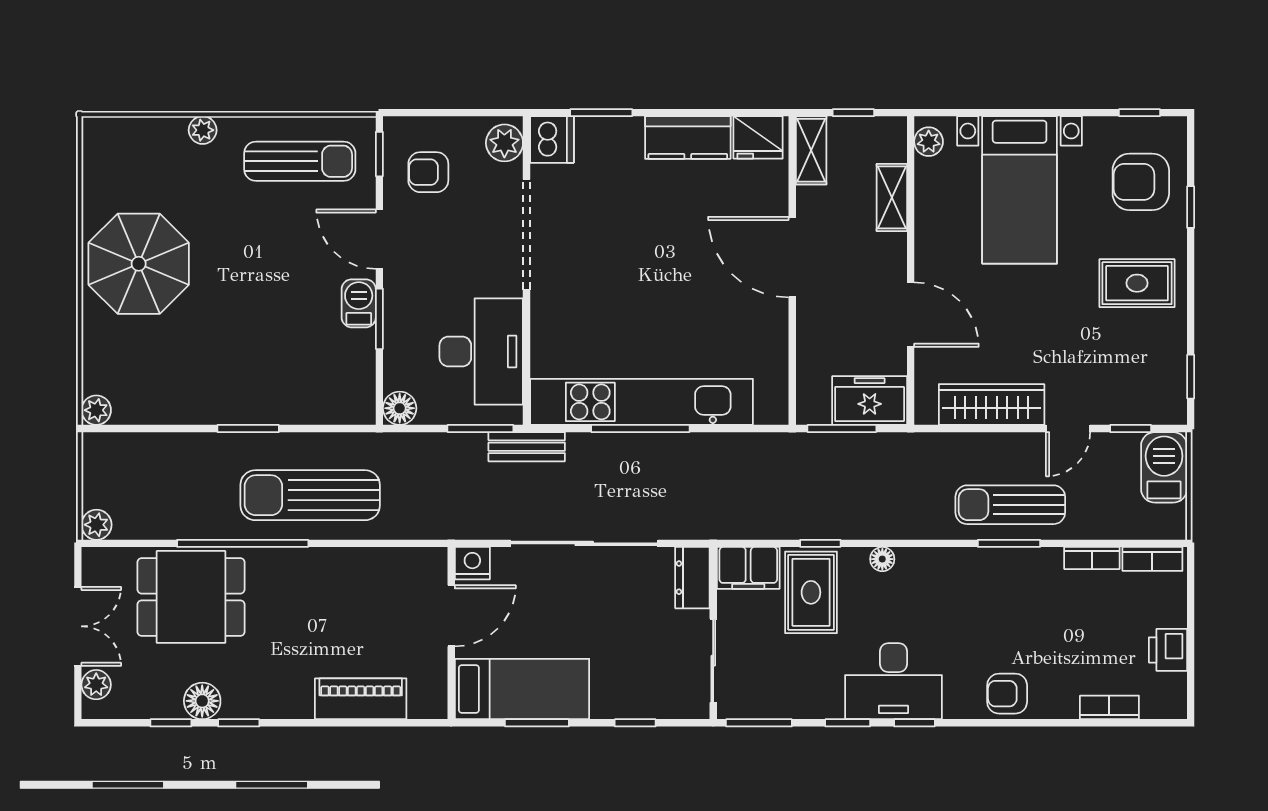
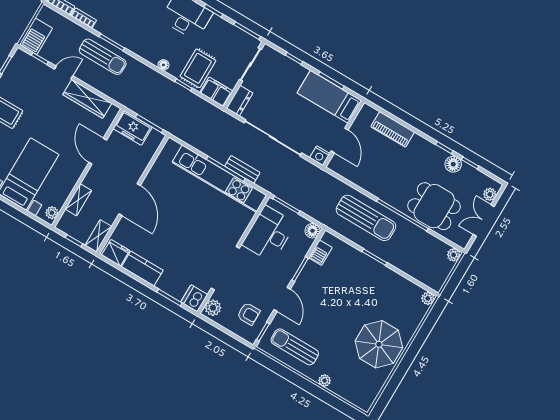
barbecue: (359, 303) -> (320, 253), moved
bench: (527, 447) -> (242, 169), moved
door: (451, 616) -> (340, 140), swing flipped

